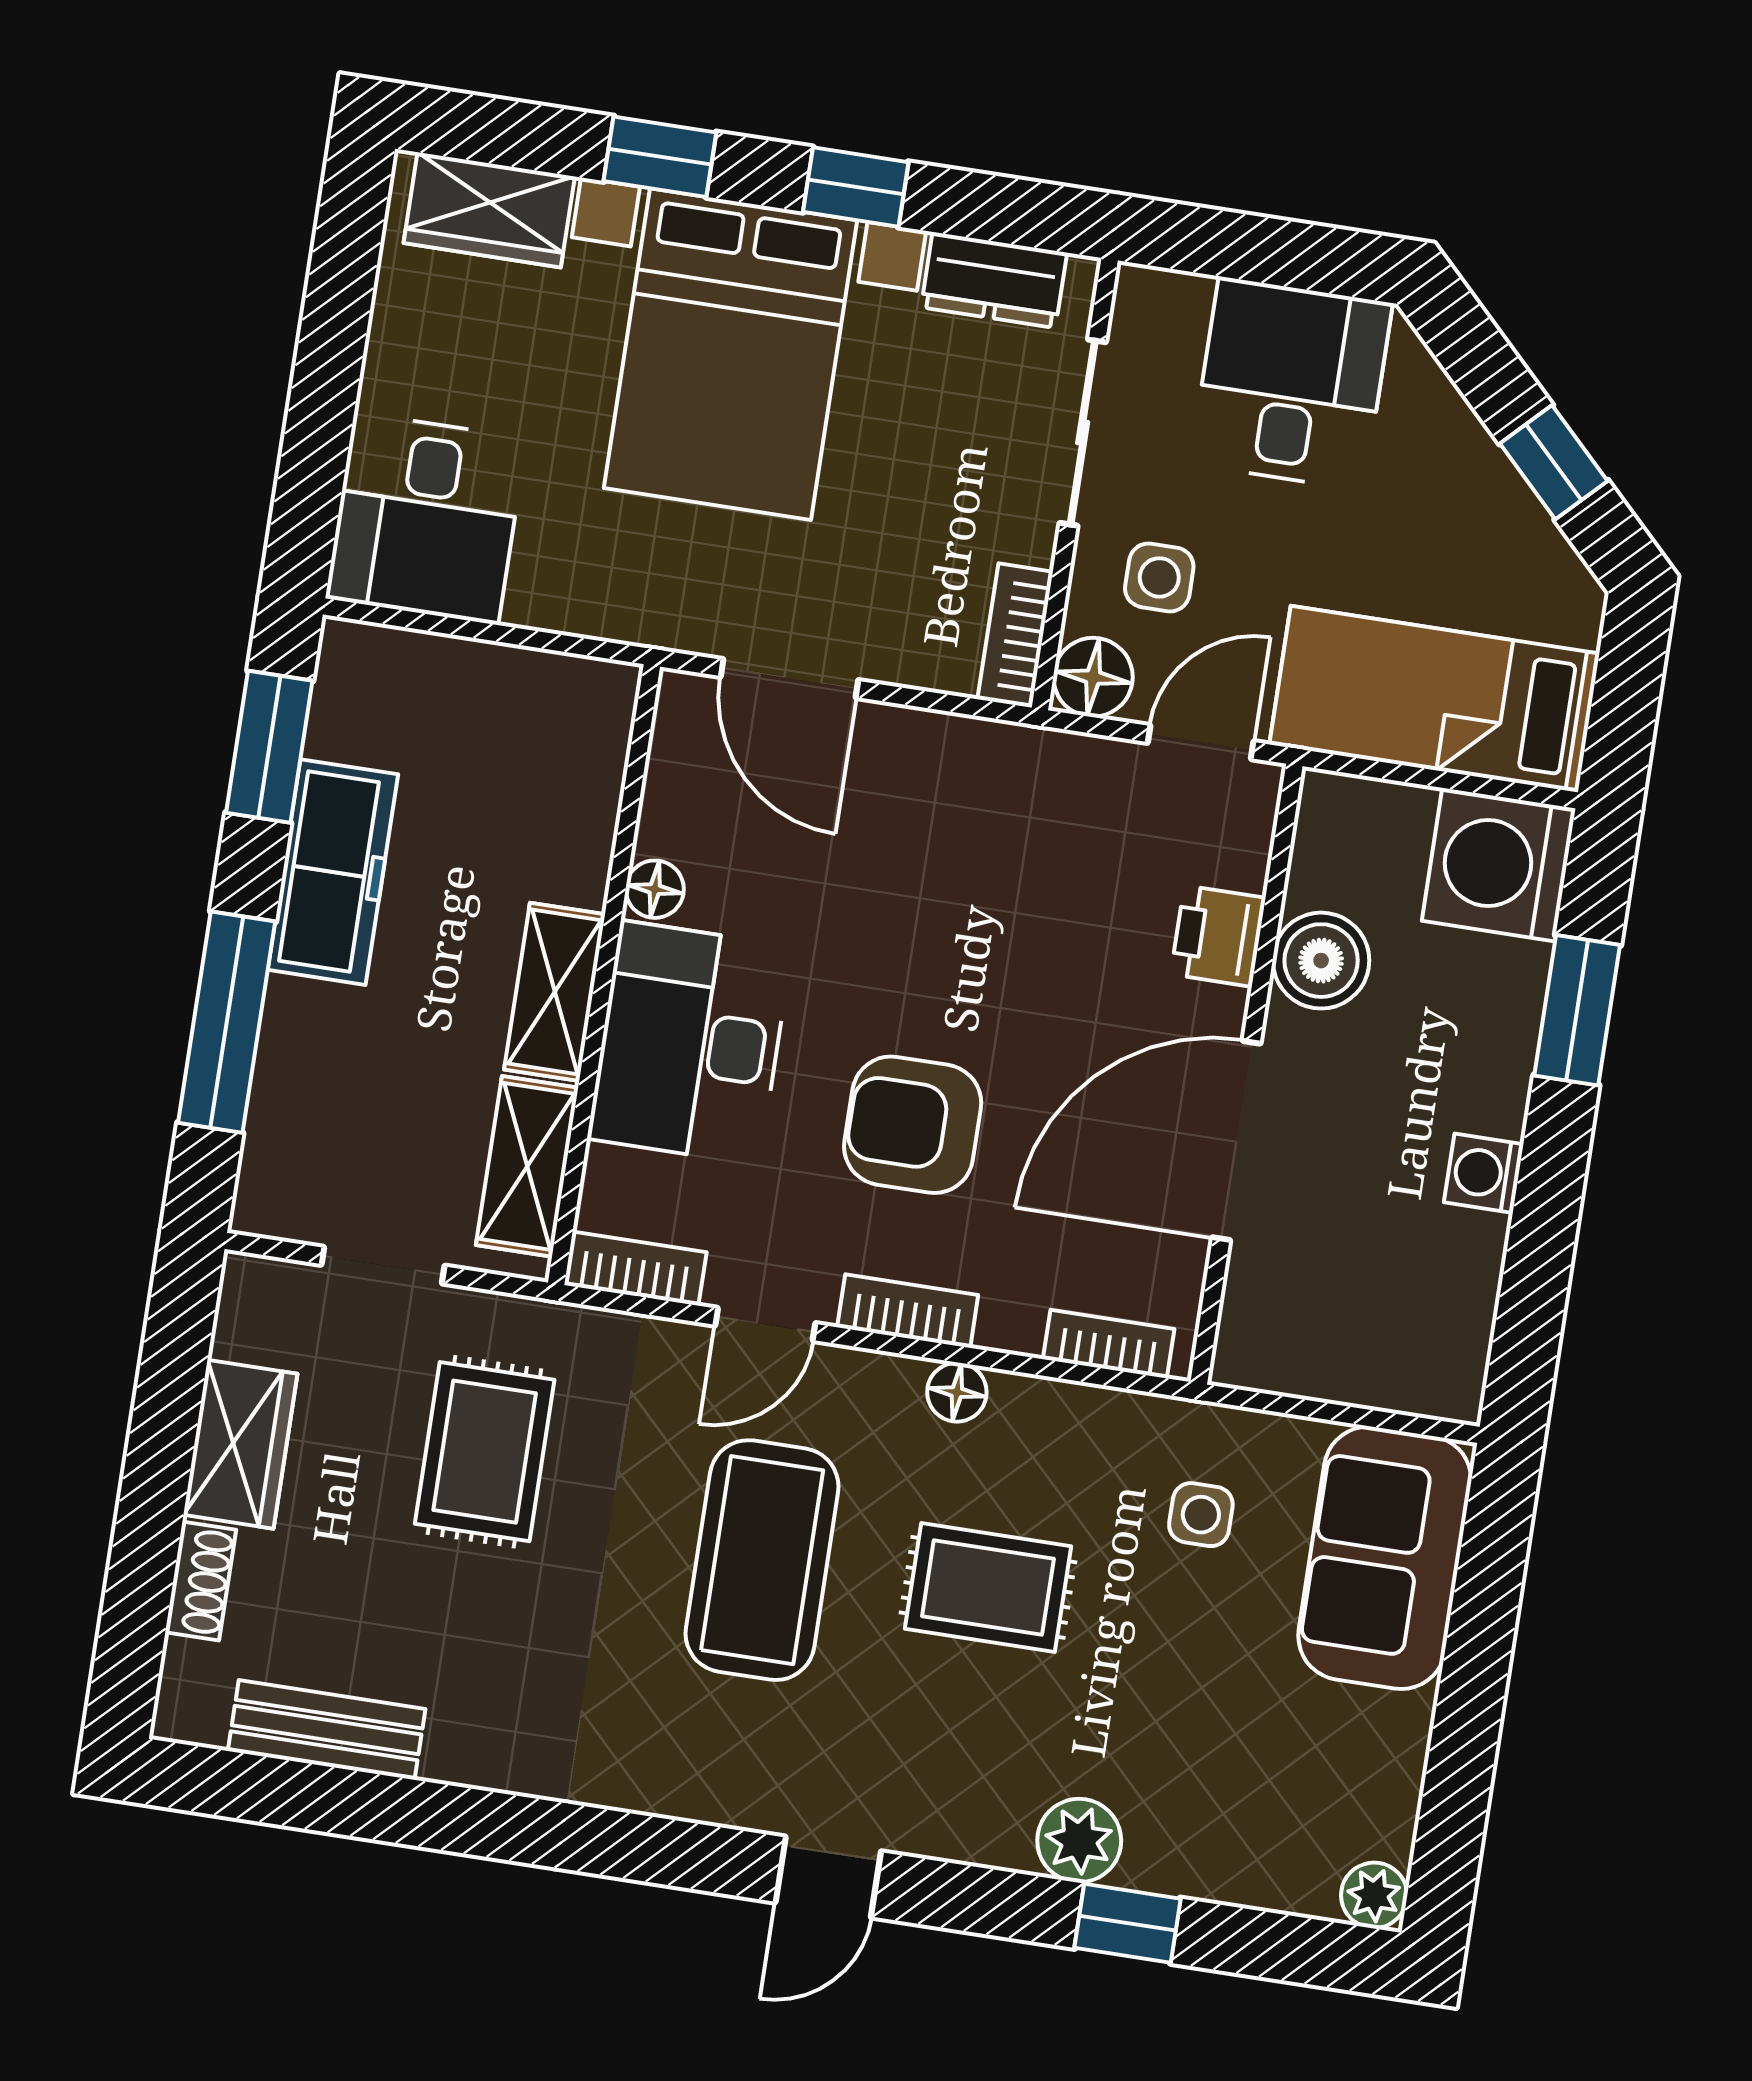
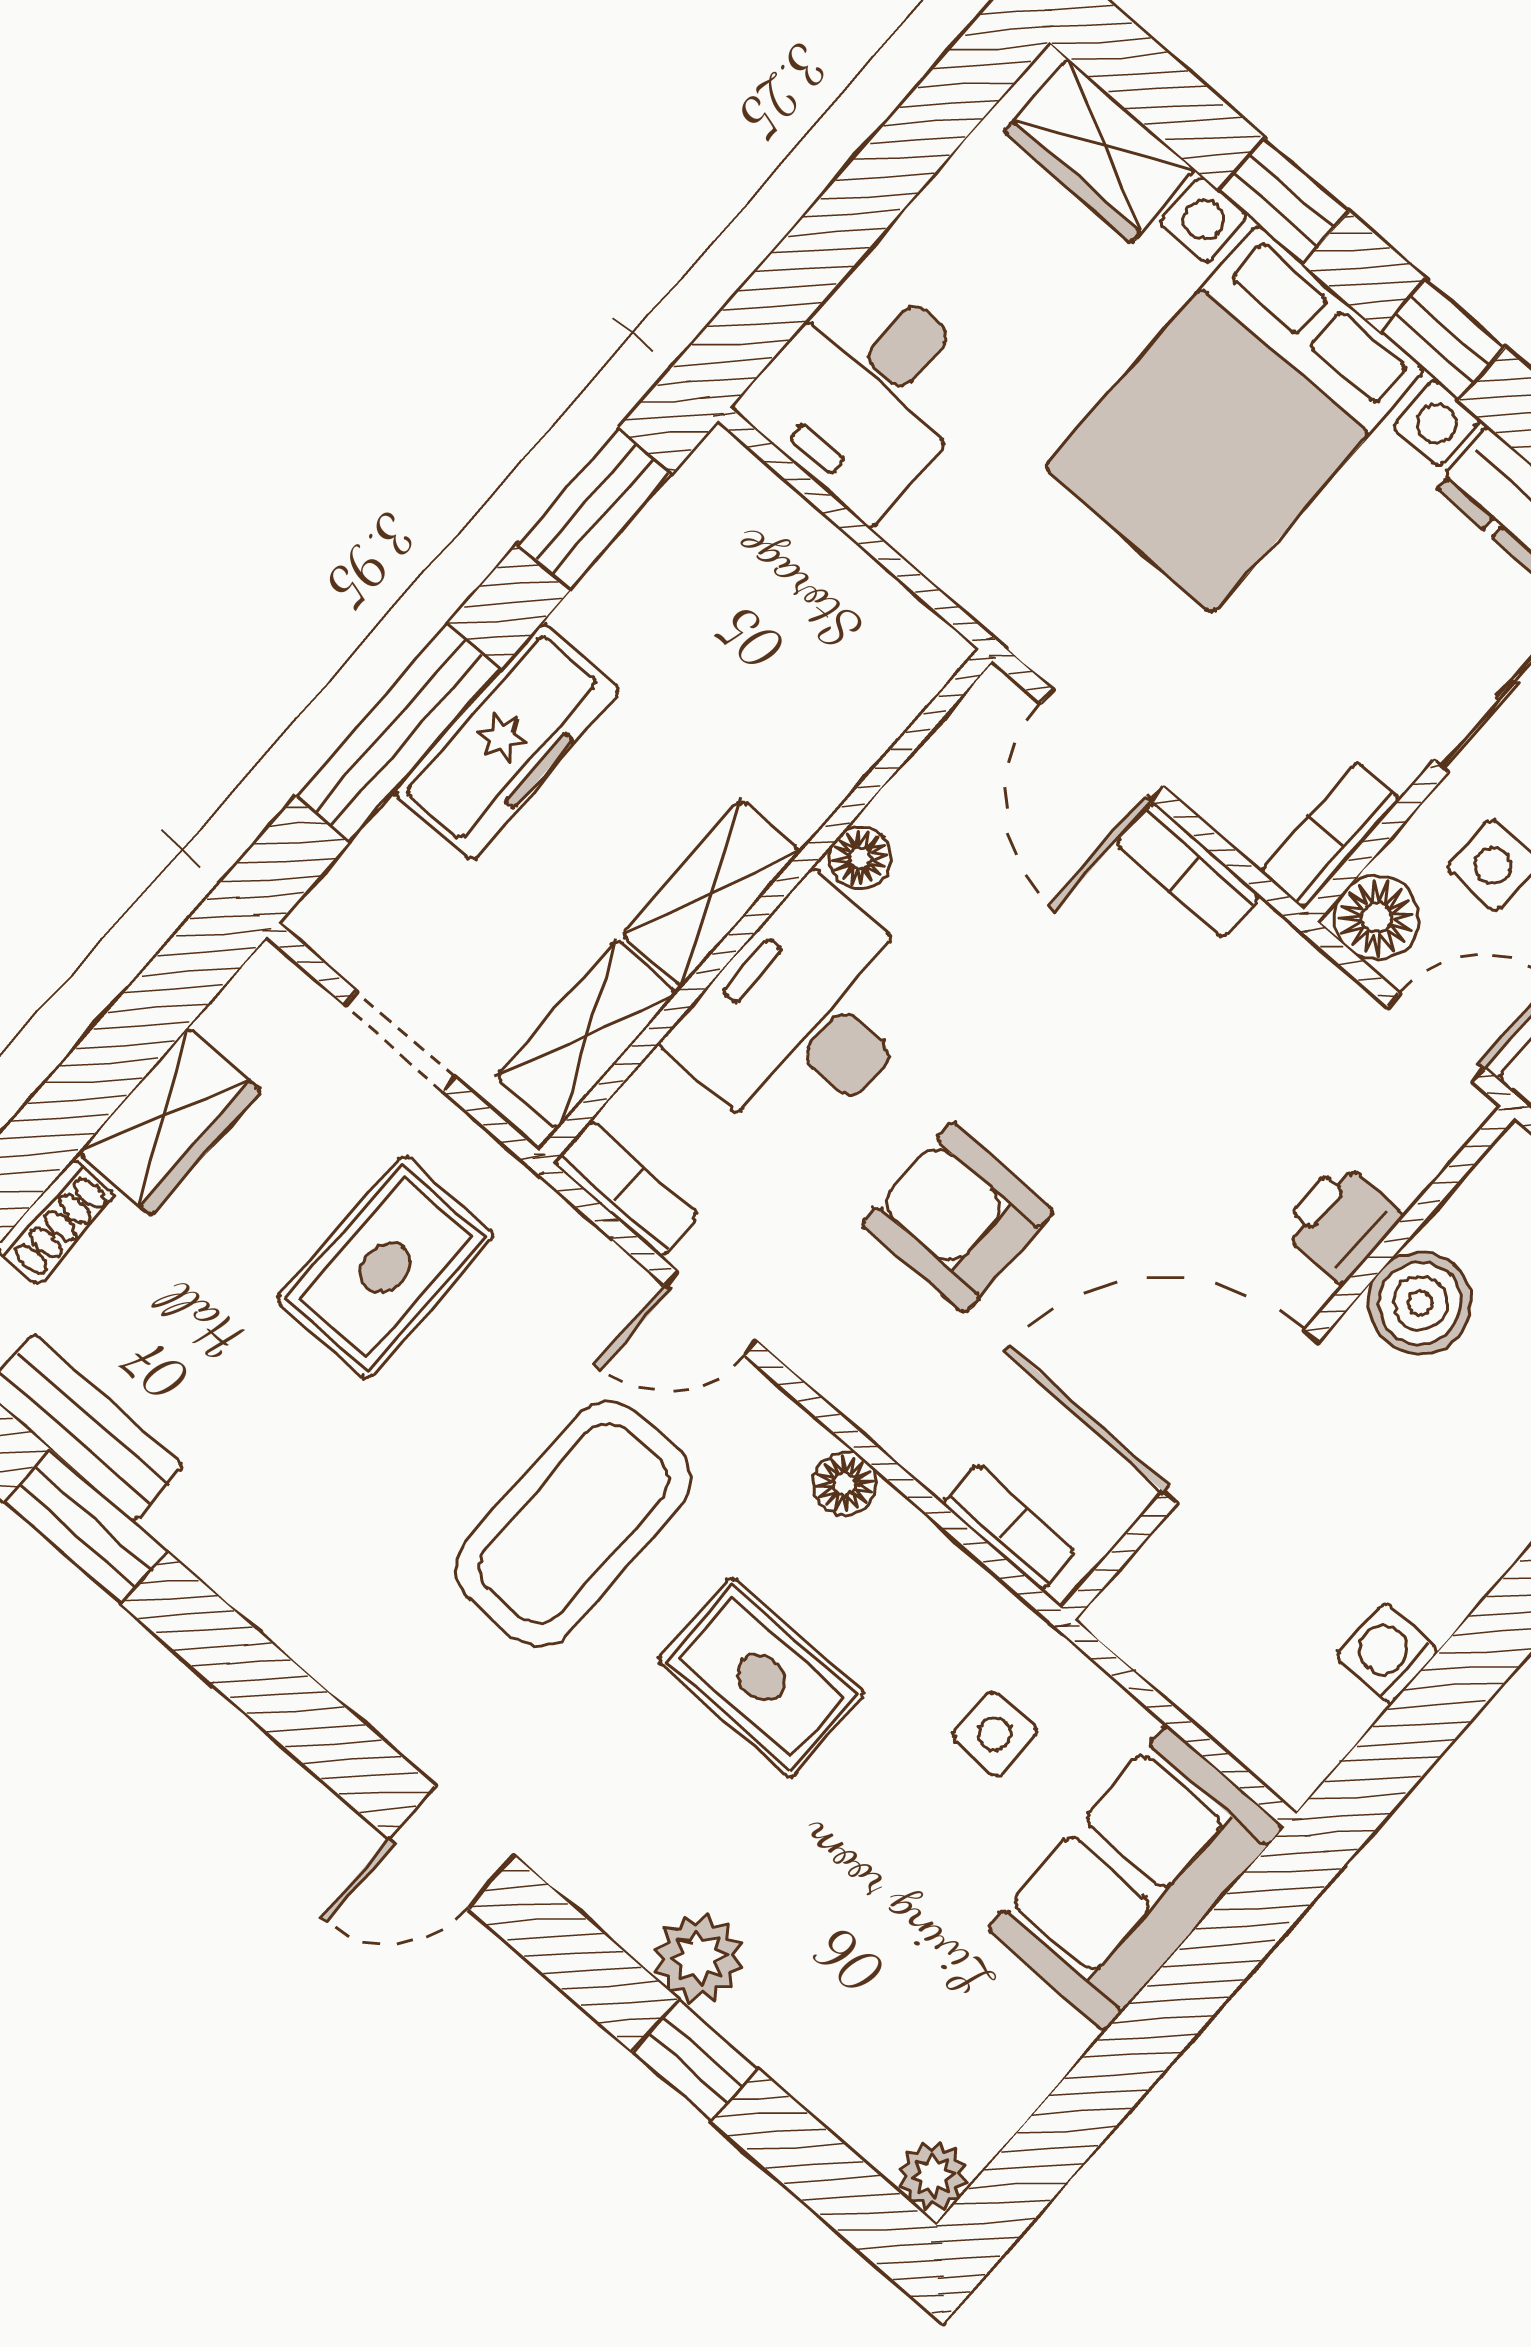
freezer: (333, 872) -> (507, 742), moved
washing machine: (1484, 1173) -> (1387, 1654), moved
bookcase: (908, 1311) -> (1188, 870), moved, turned 180
window: (378, 1807) -> (86, 1527), added

